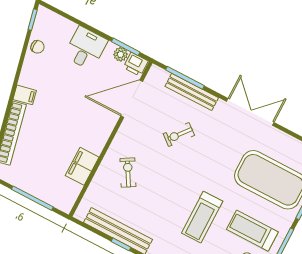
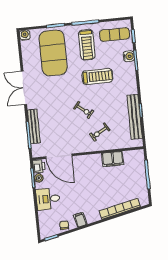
filing cabinet: (25, 95) -> (80, 220), moved
exercise bike: (179, 135) -> (84, 110), moved

